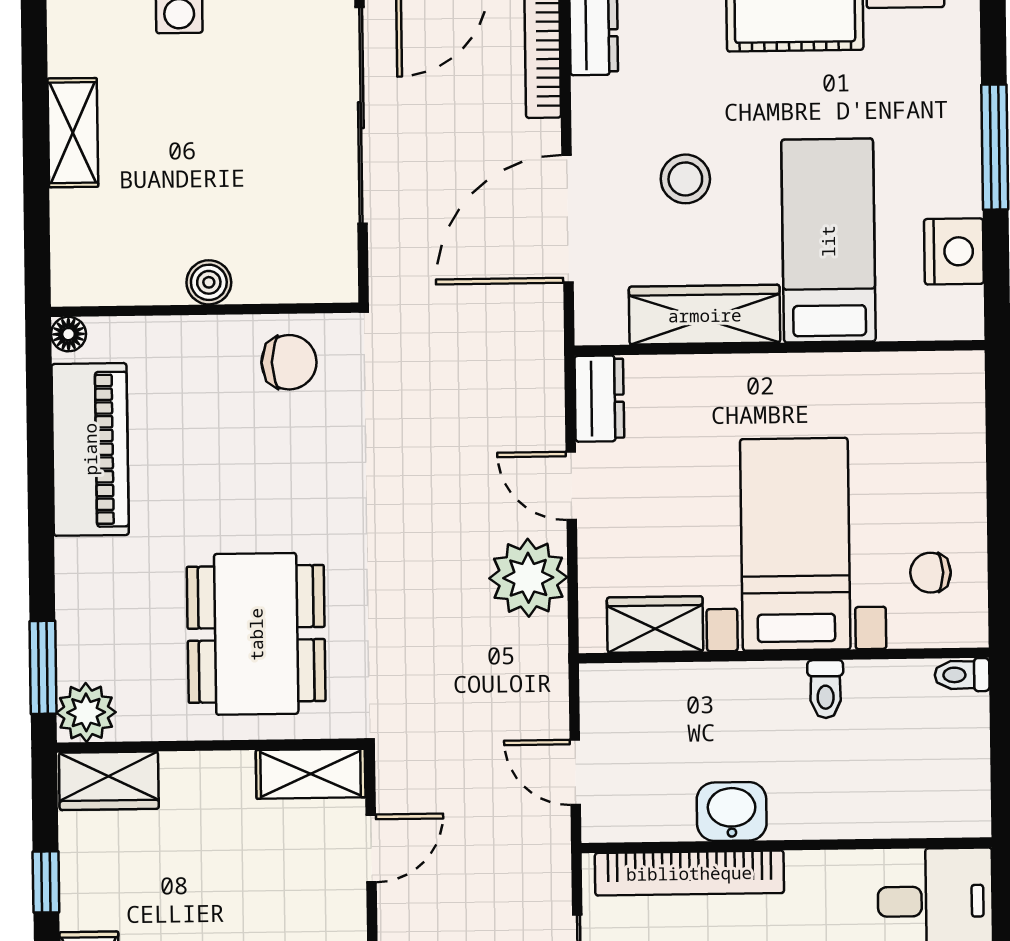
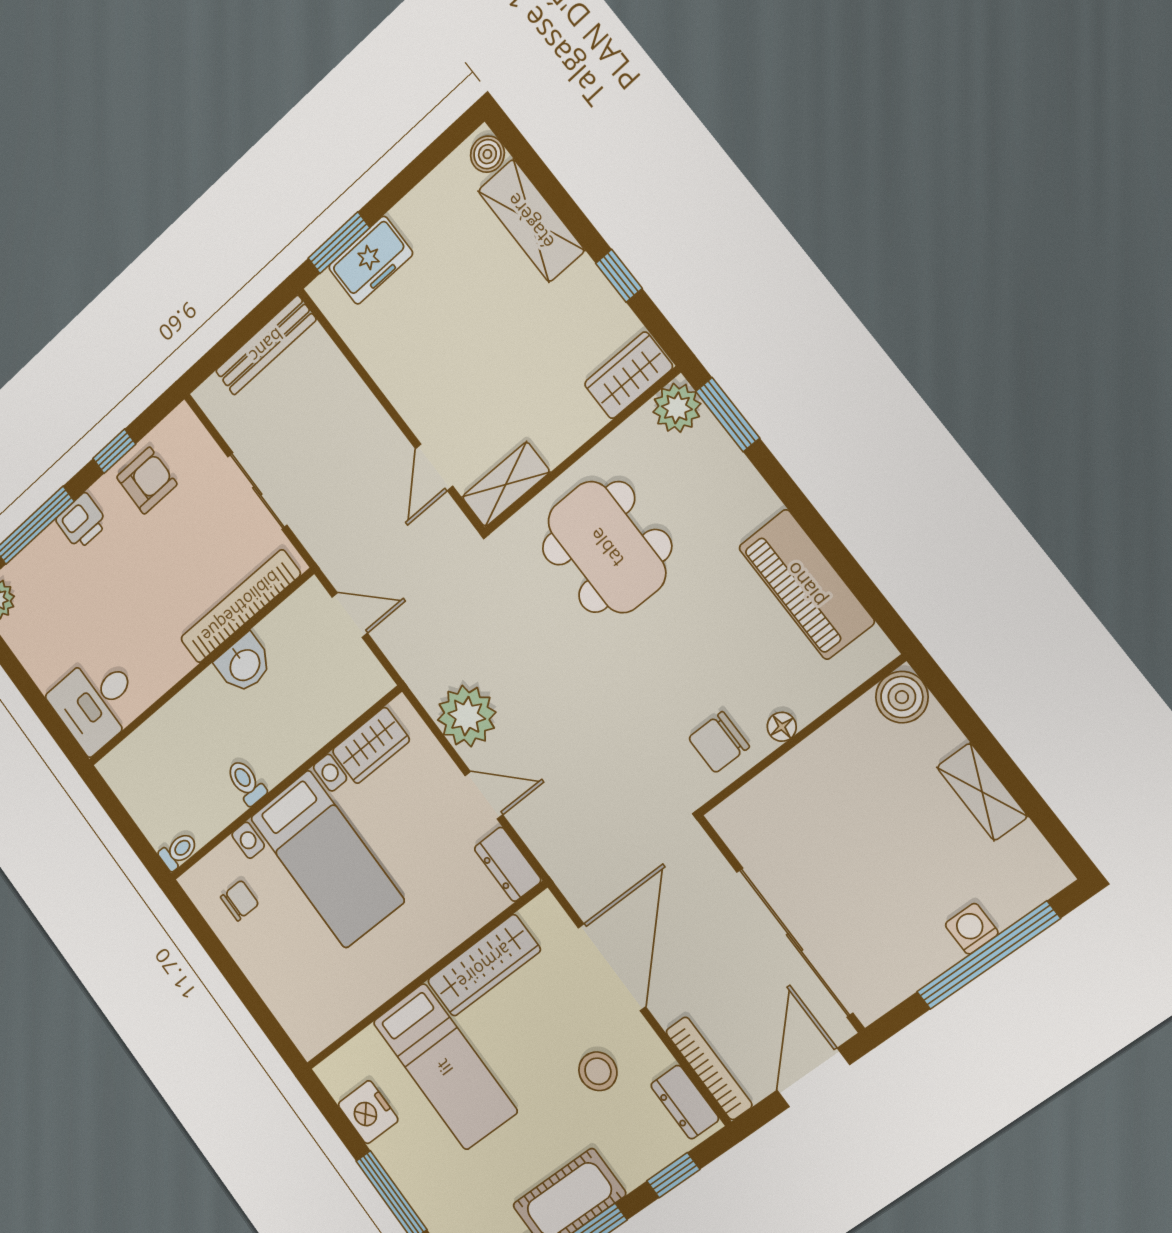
stool: (685, 179) -> (598, 1071), moved
boiler: (209, 282) -> (902, 697), moved, width x1.36, depth x1.36
floor lamp: (68, 334) -> (782, 727), moved

